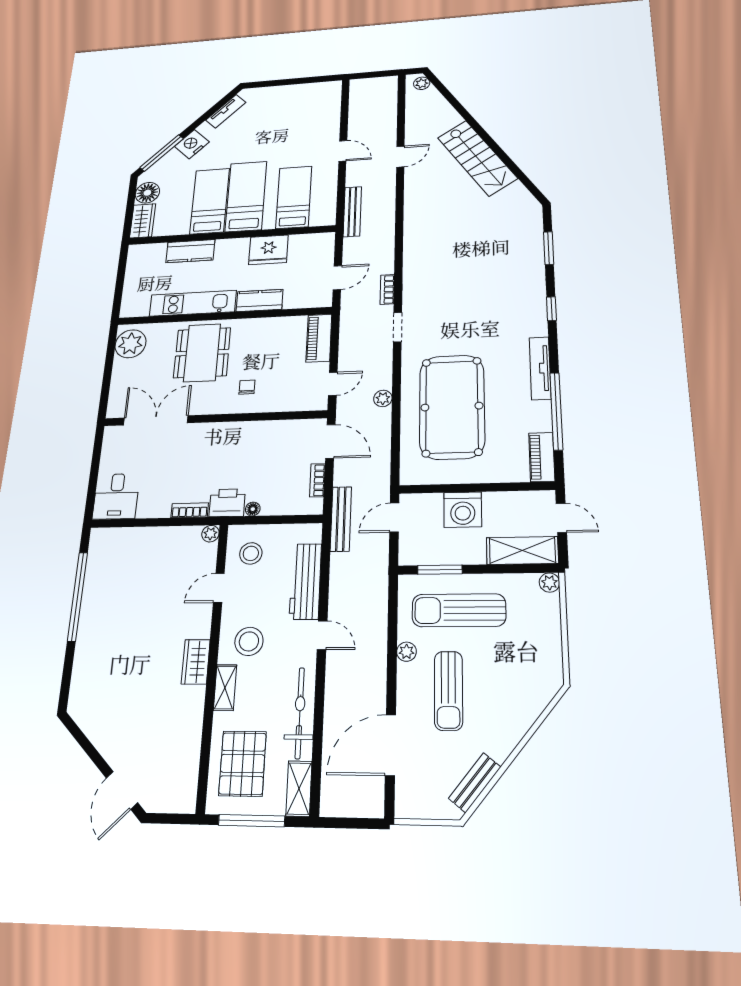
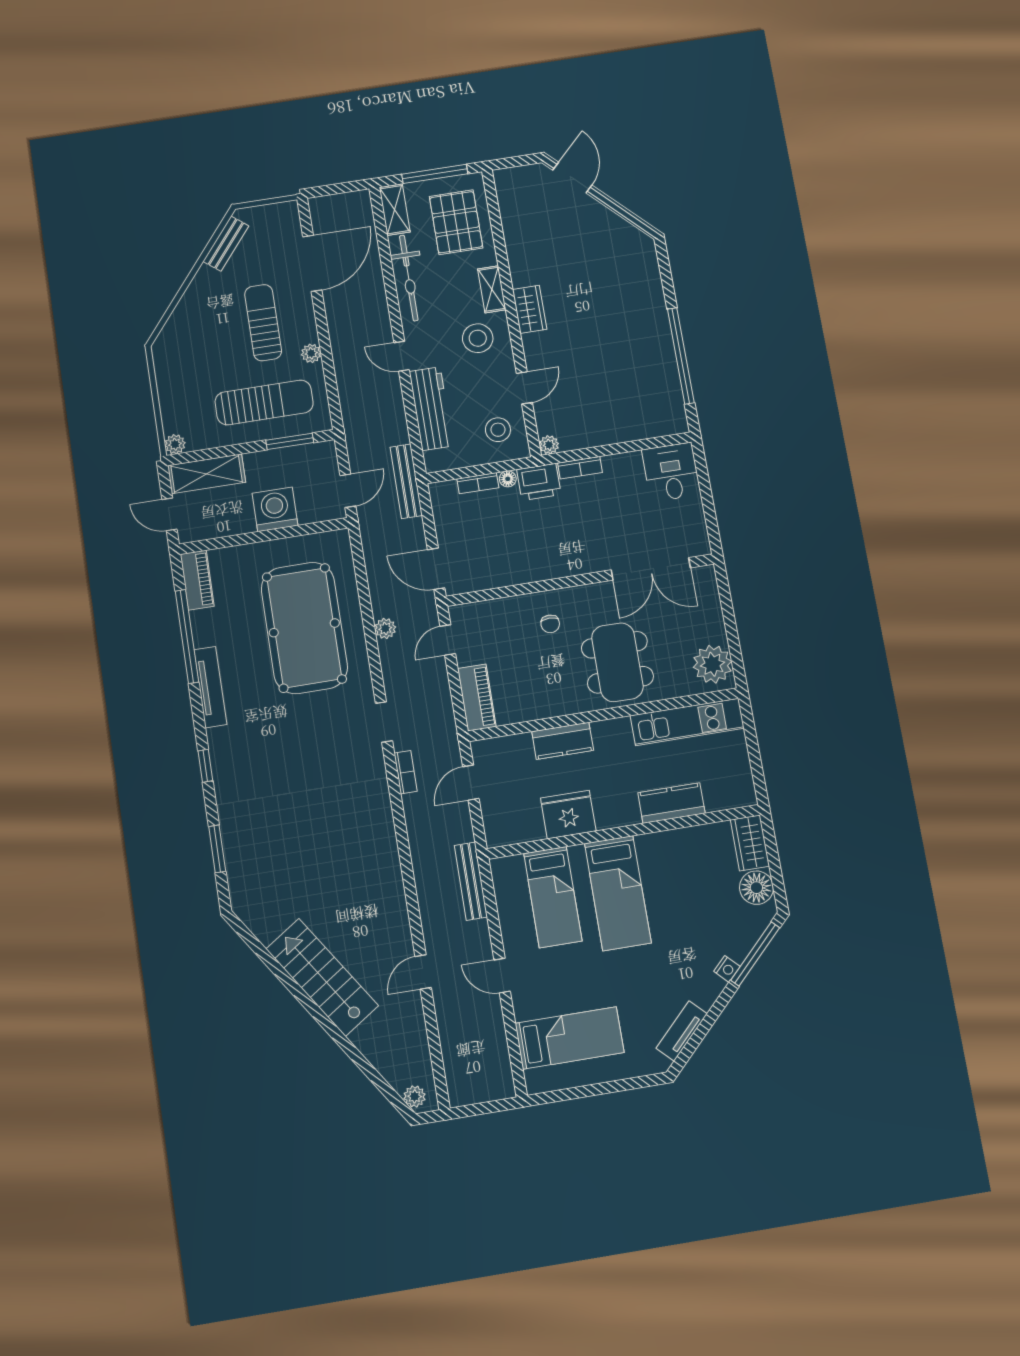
nightstand: (192, 144) -> (727, 969), width x0.53, depth x0.56
bed: (210, 201) -> (570, 1038), moved, turned -90
kitchen unit: (193, 303) -> (687, 722), moved
bookcase: (317, 480) -> (478, 483), moved, turned 90

